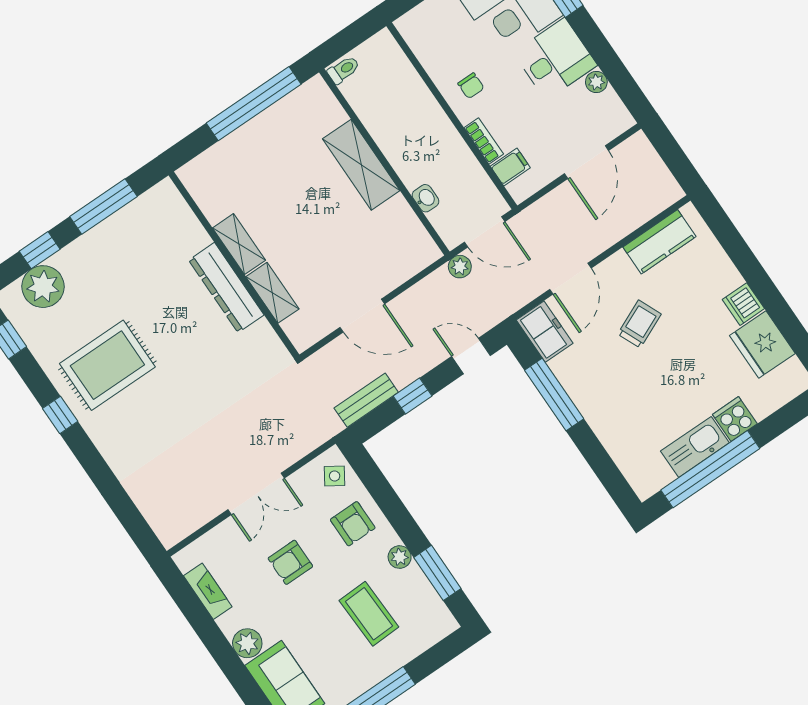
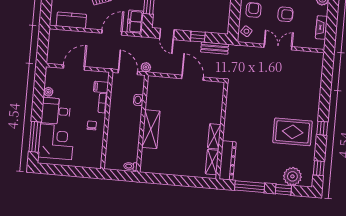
window: (254, 104) -> (170, 180), removed
dresser: (226, 288) -> (228, 160), moved
shelving: (272, 293) -> (212, 162), moved

